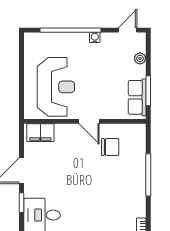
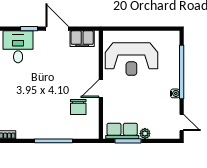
plant: (140, 58) -> (145, 133), moved
filing cabinet: (40, 133) -> (82, 39), moved, turned -90

